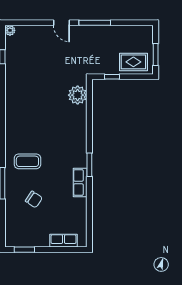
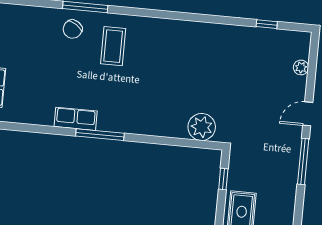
plant: (10, 30) -> (301, 67), moved
window: (89, 165) -> (100, 135), width x1.44
chair: (34, 199) -> (73, 29), moved

